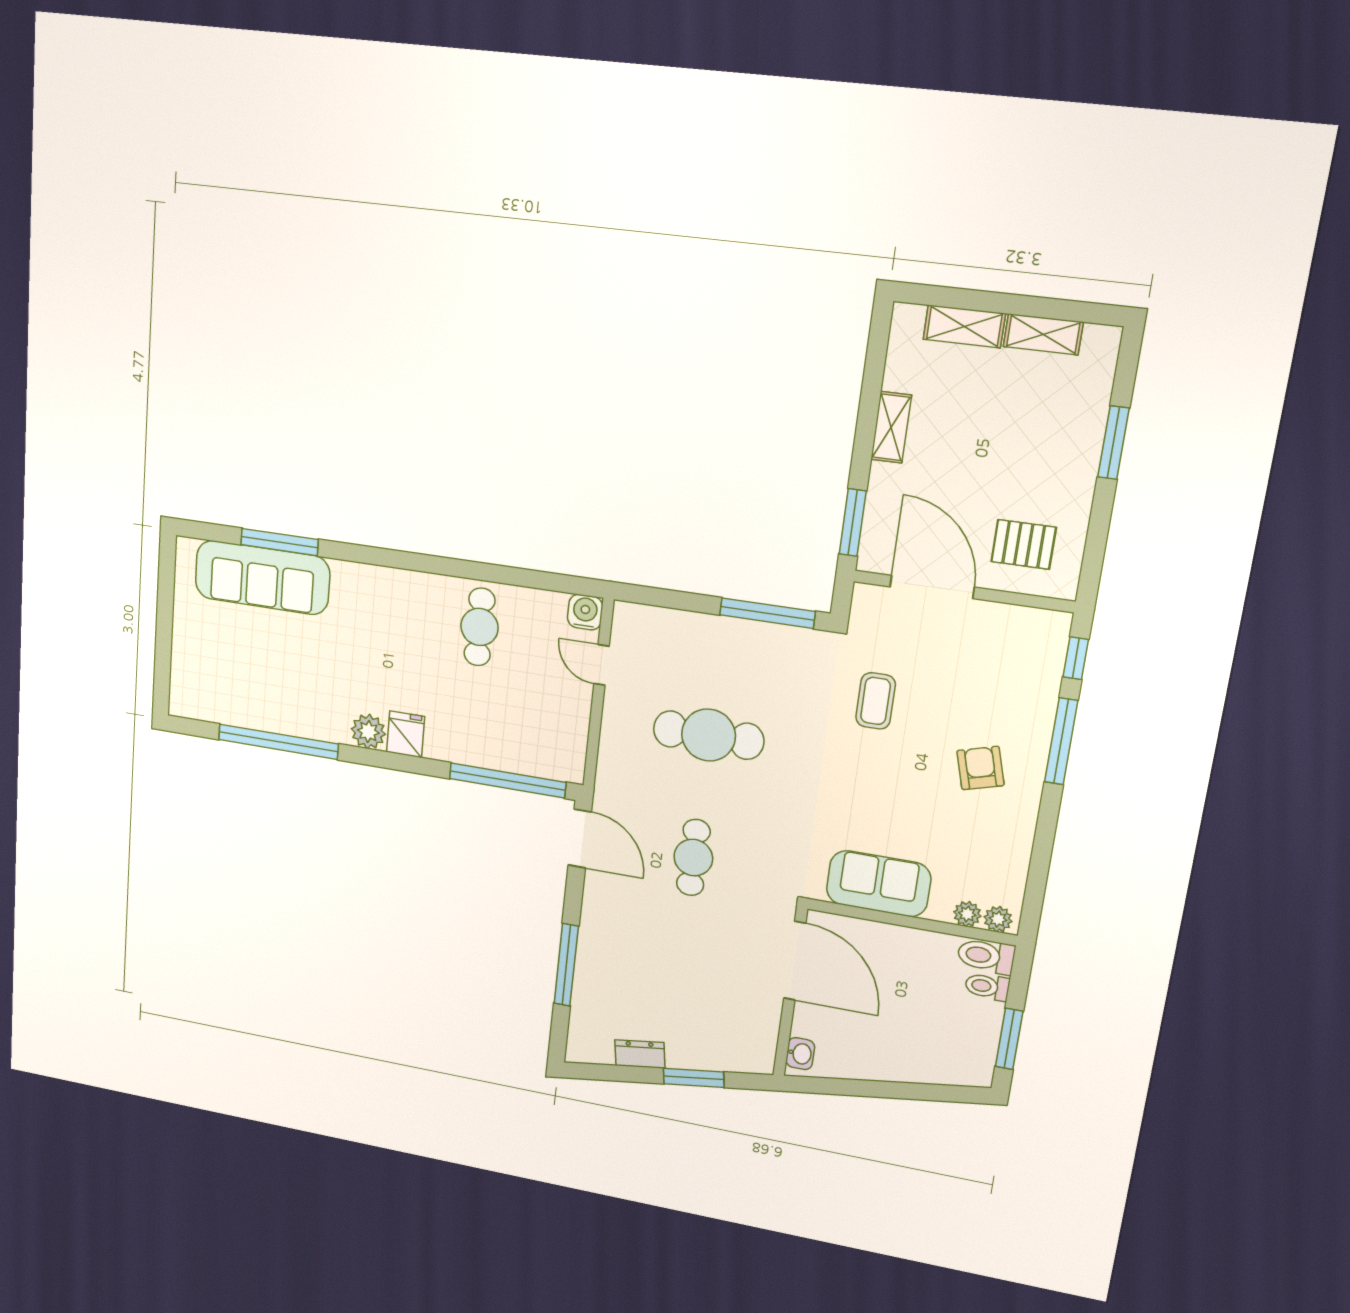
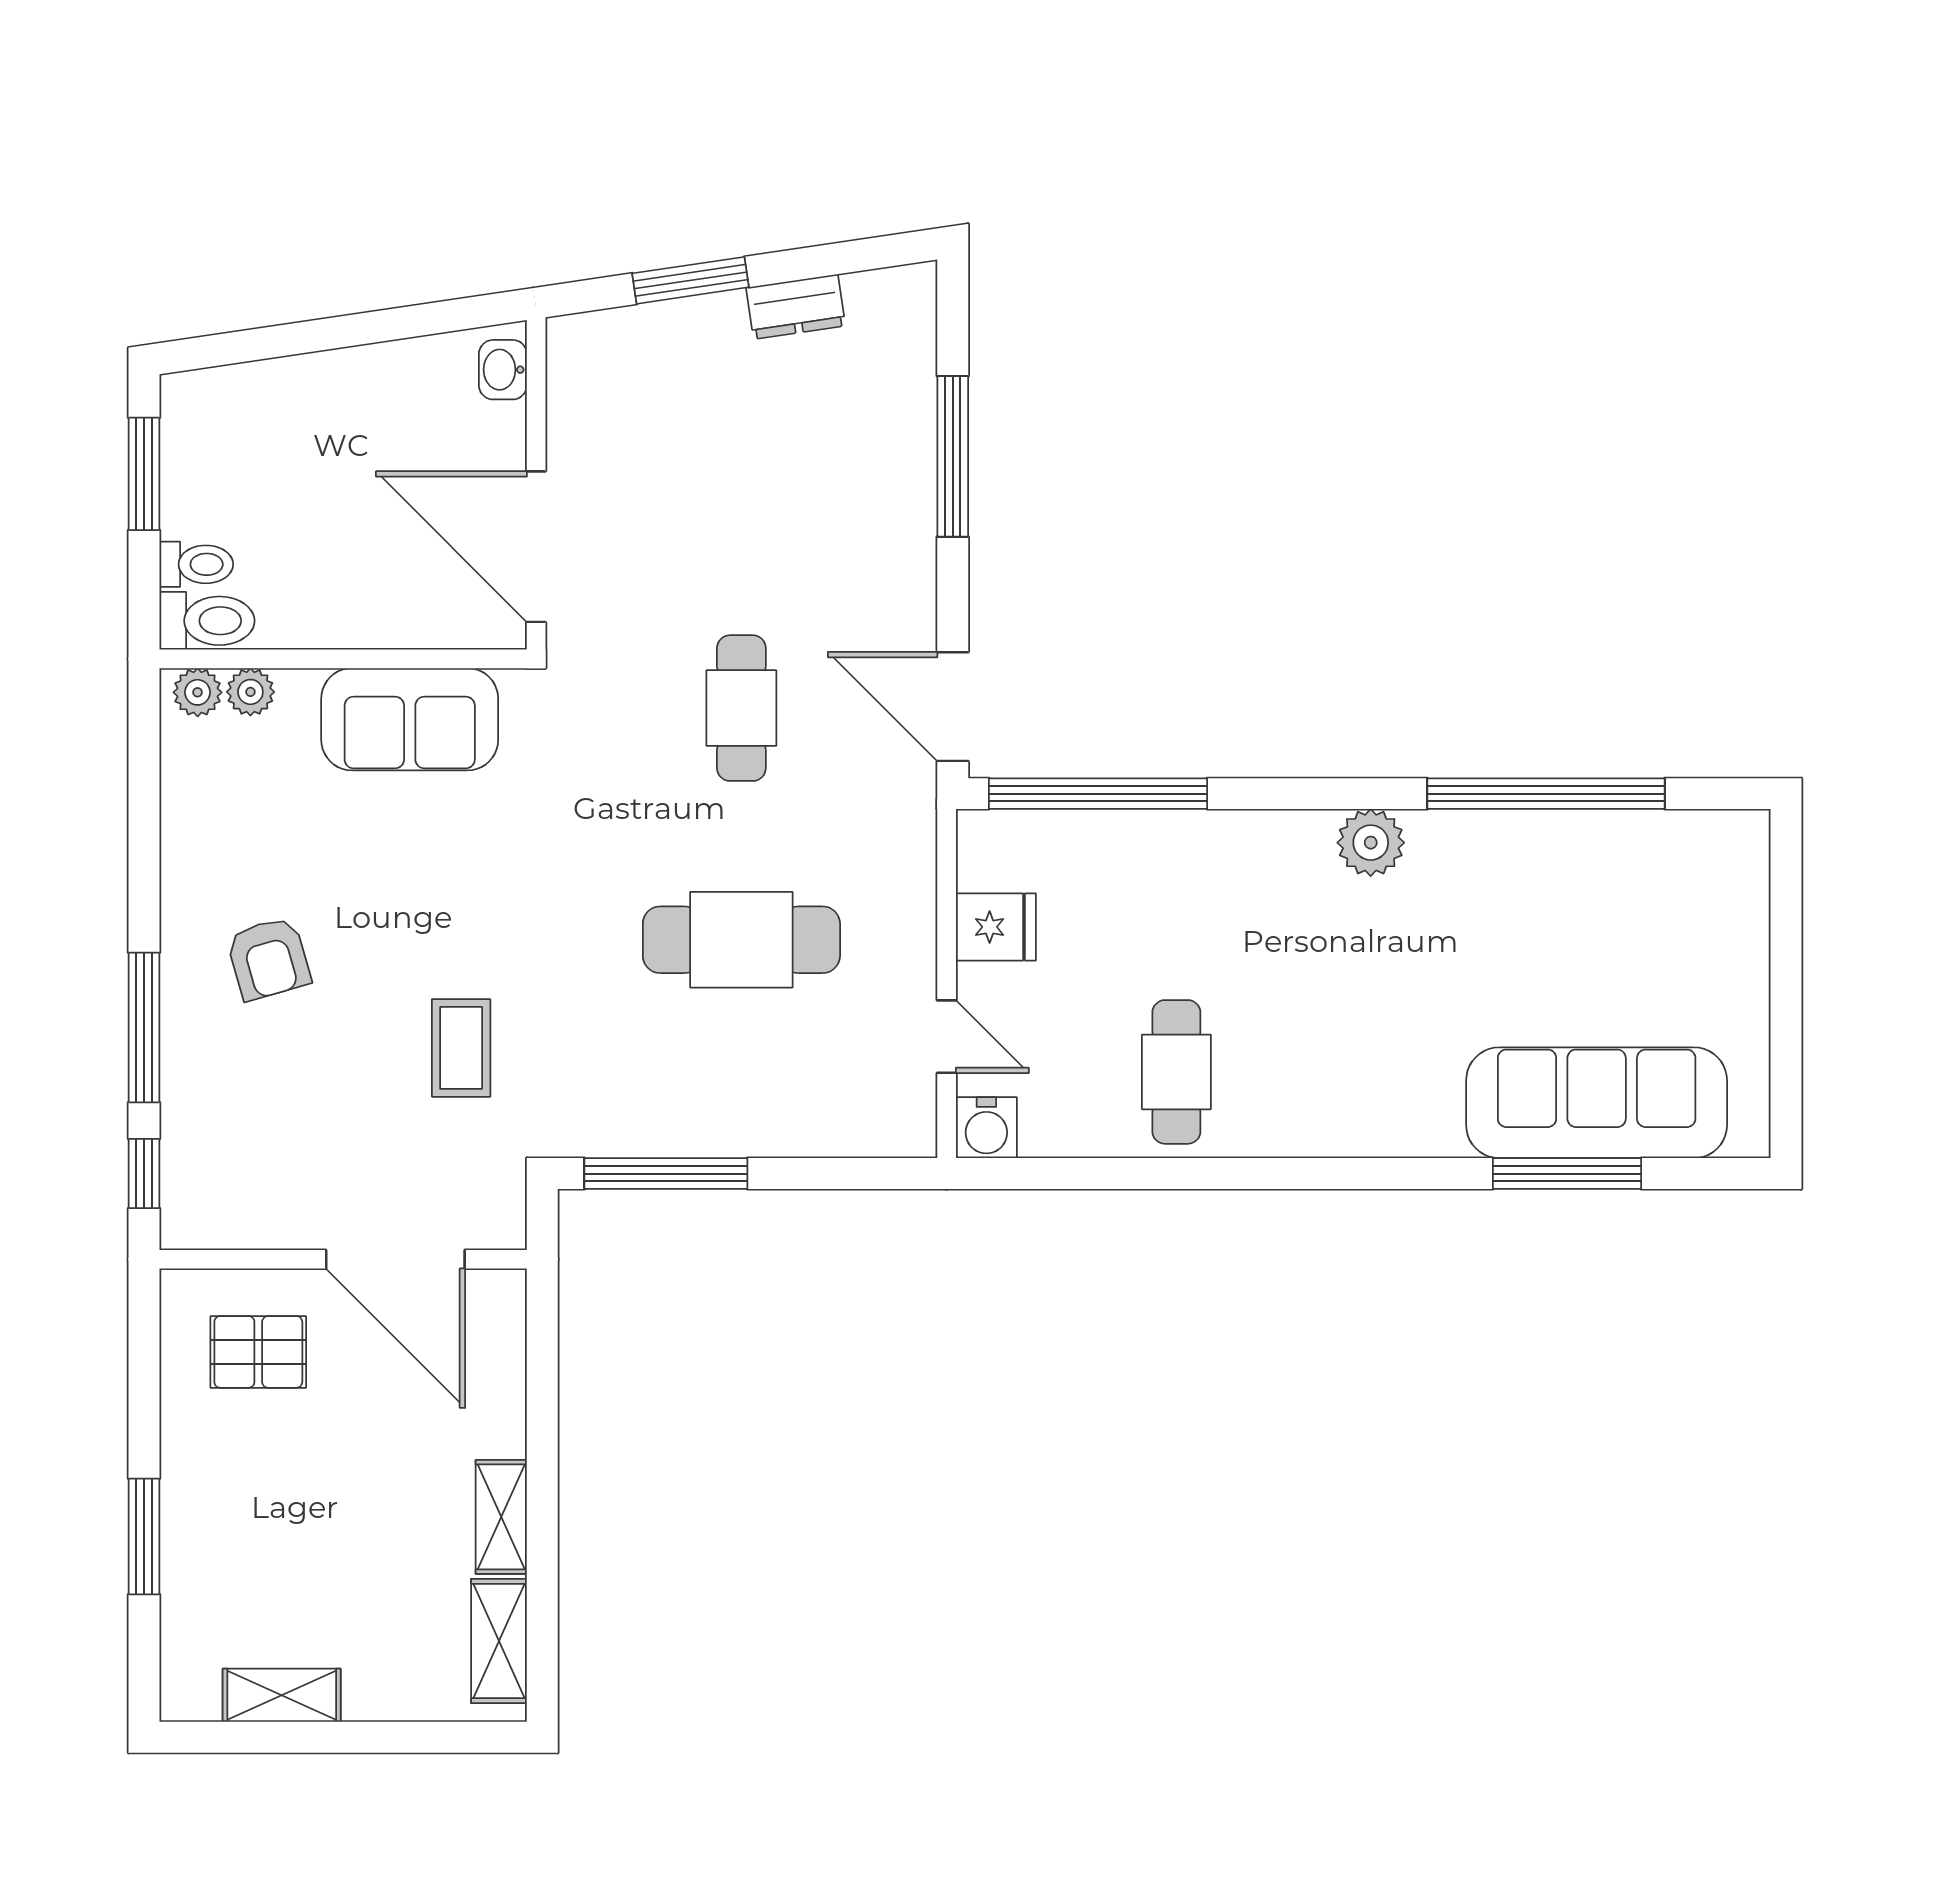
shelving: (964, 326) -> (499, 1641), moved, turned 90
window: (853, 522) -> (542, 1350), removed
fridge: (406, 734) -> (996, 927), moved, turned -90

